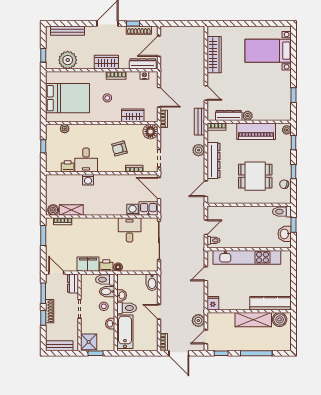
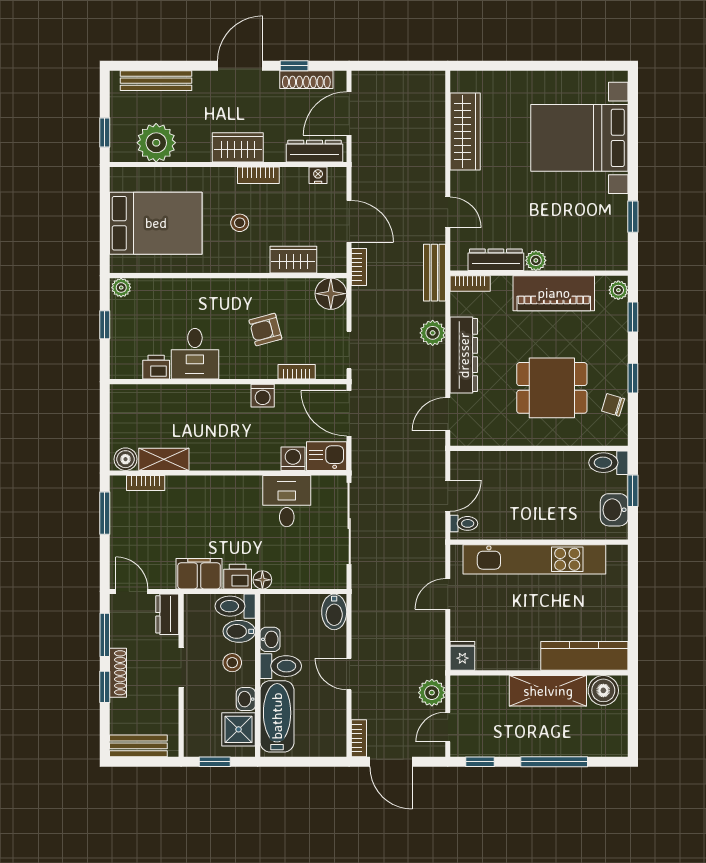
bed with nightstands: (268, 51) -> (579, 138), width x1.36
plant: (65, 129) -> (121, 288), moved
washing machine: (88, 180) -> (263, 396), moved
shower: (89, 342) -> (239, 729), moved

